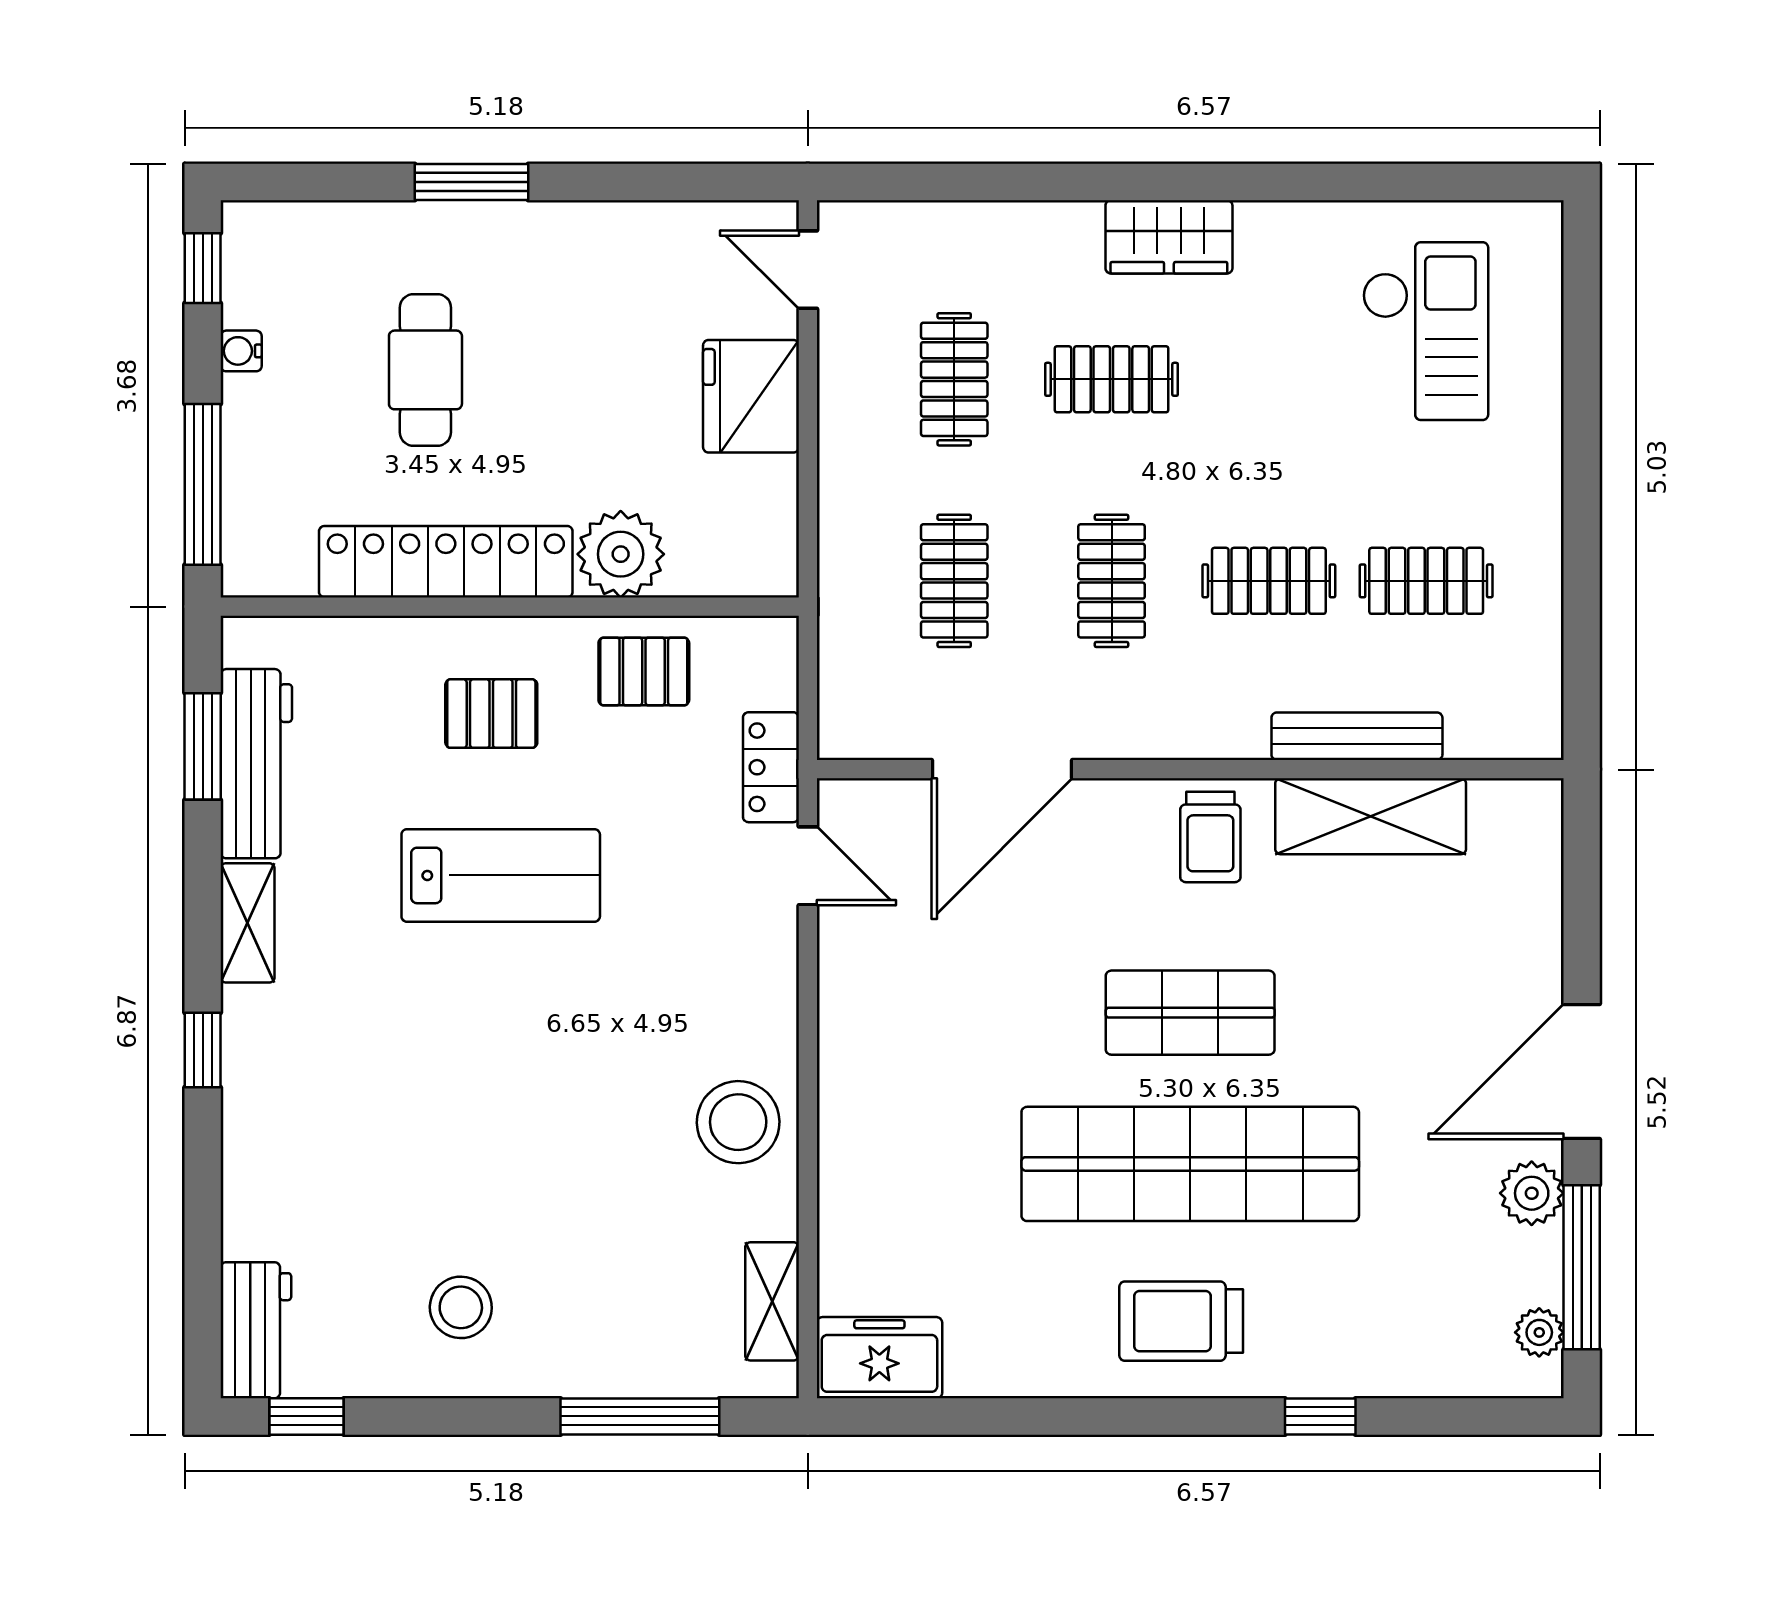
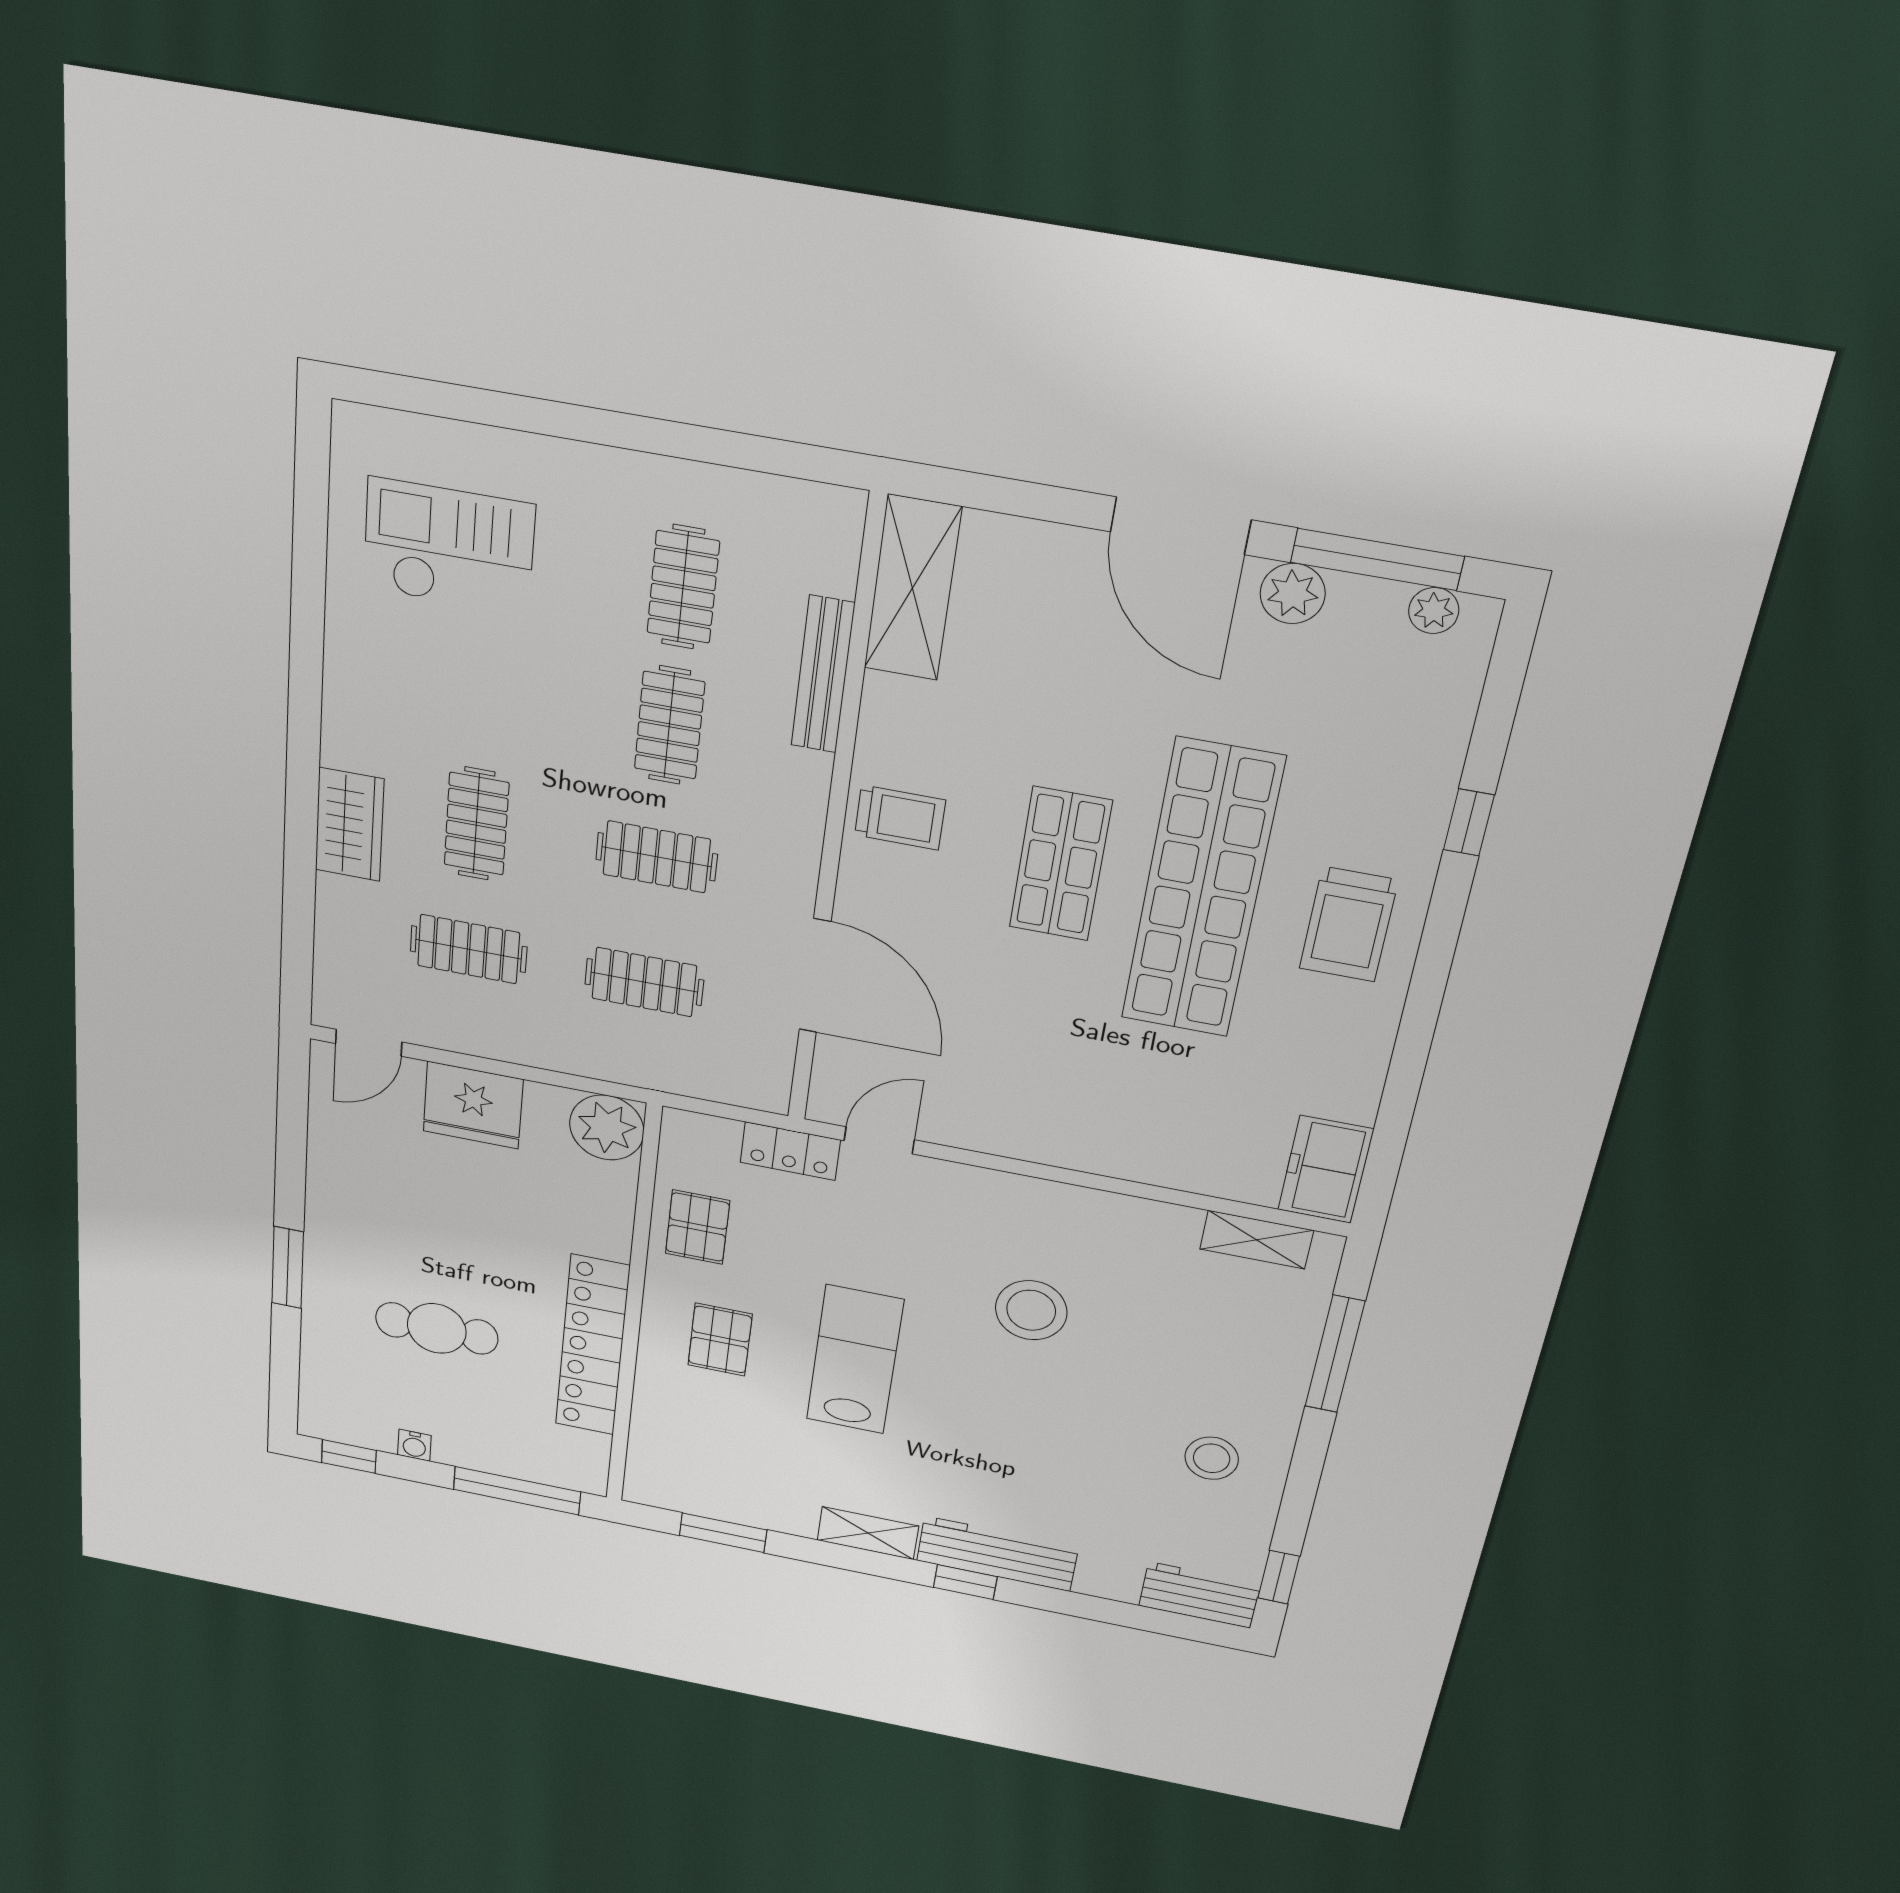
wardrobe: (1169, 237) -> (349, 825), moved
plant: (621, 554) -> (607, 1128), moved
workbench: (256, 764) -> (997, 1554), moved
shelving: (1371, 816) -> (913, 588), moved
stool: (738, 1122) -> (1031, 1310), moved

